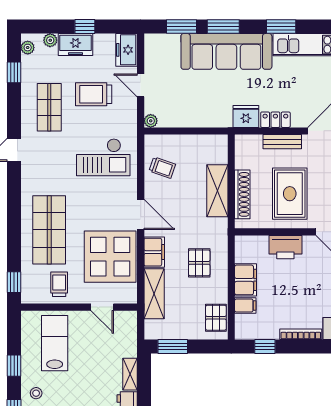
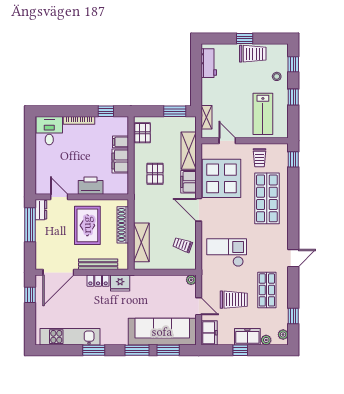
sofa: (226, 51) -> (162, 332), moved
bench: (282, 142) -> (98, 264), width x1.36
shelving: (217, 191) -> (141, 242), moved
shelving: (130, 374) -> (207, 117), moved

